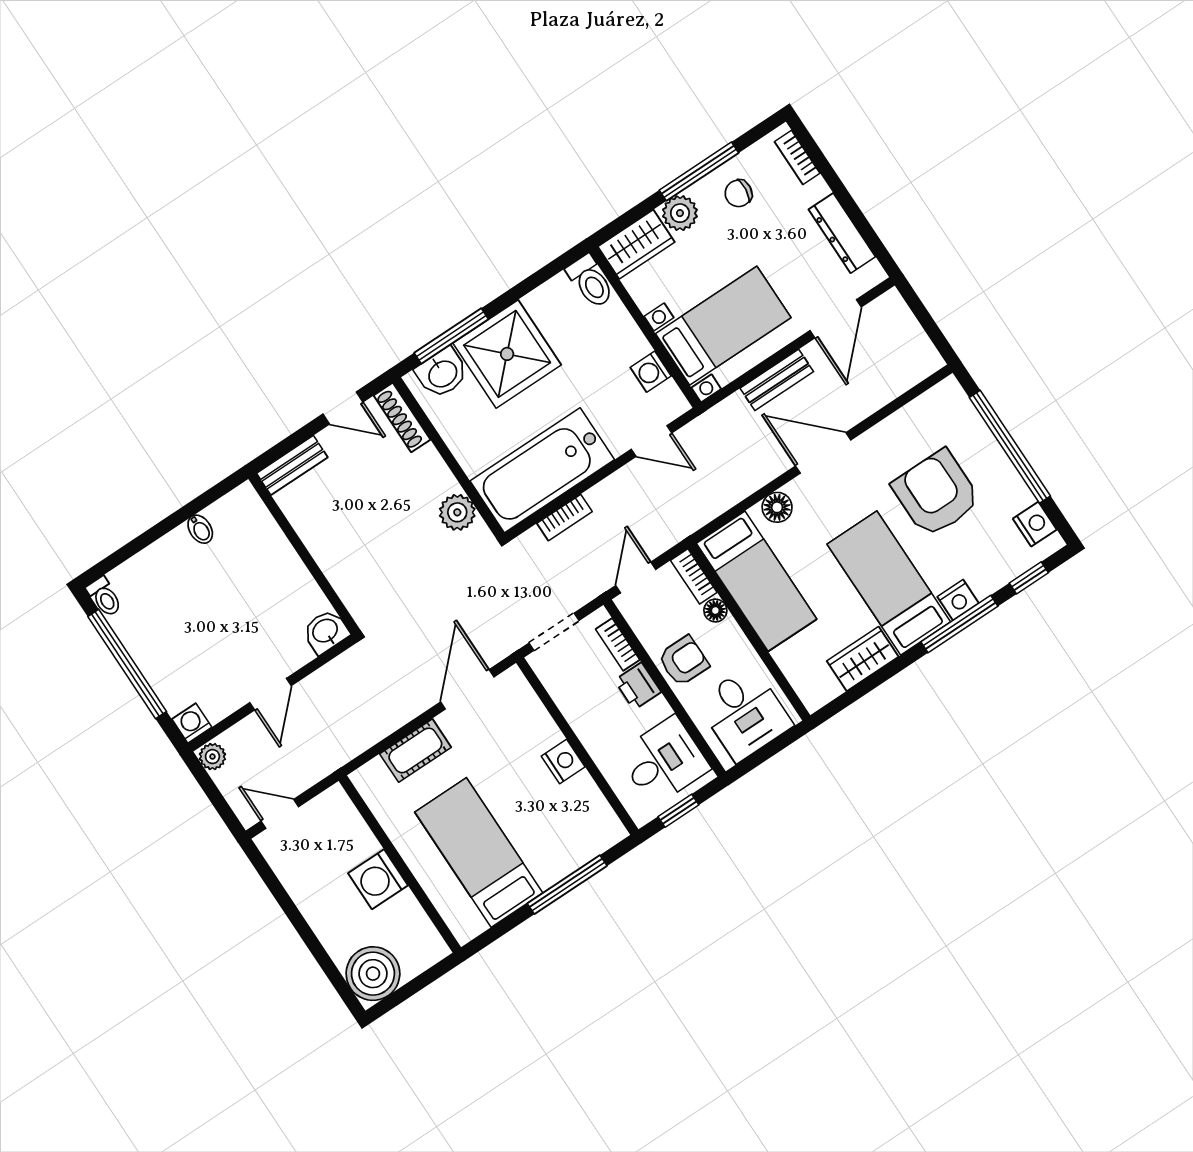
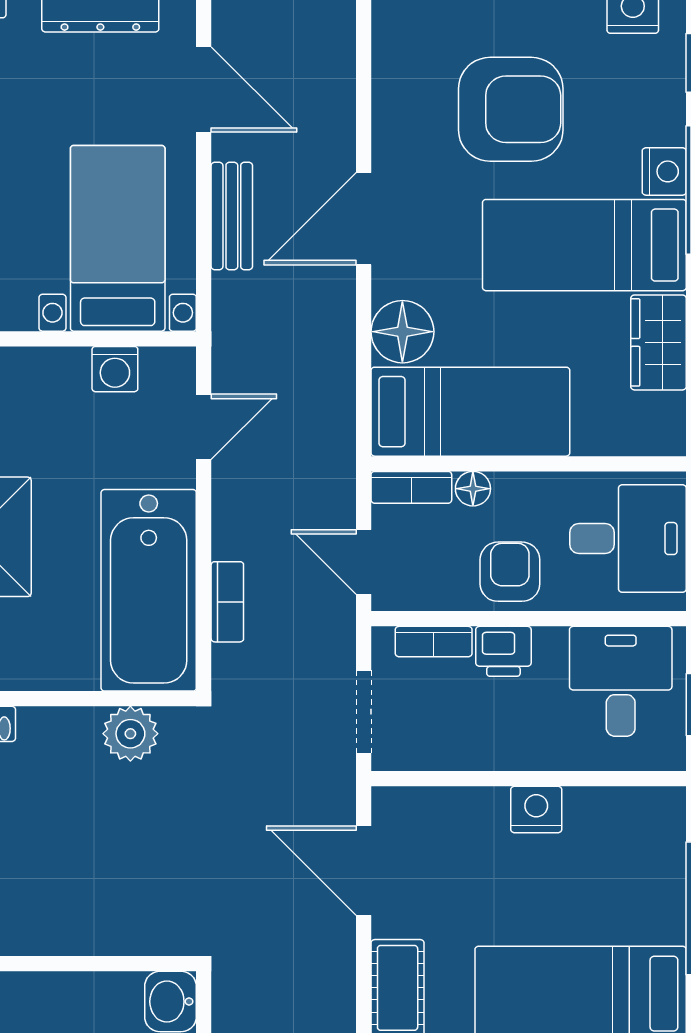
armchair: (936, 494) -> (511, 109), turned 180
floor lamp: (777, 507) -> (402, 332), width x1.38, depth x1.38

